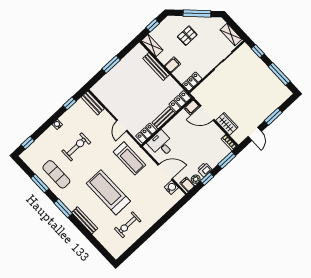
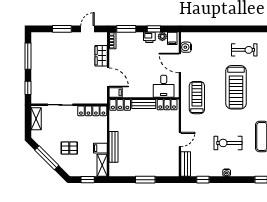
filing cabinet: (173, 65) -> (100, 148), moved
locker: (192, 82) -> (92, 111), width x1.53
door: (122, 126) -> (180, 139), moved

